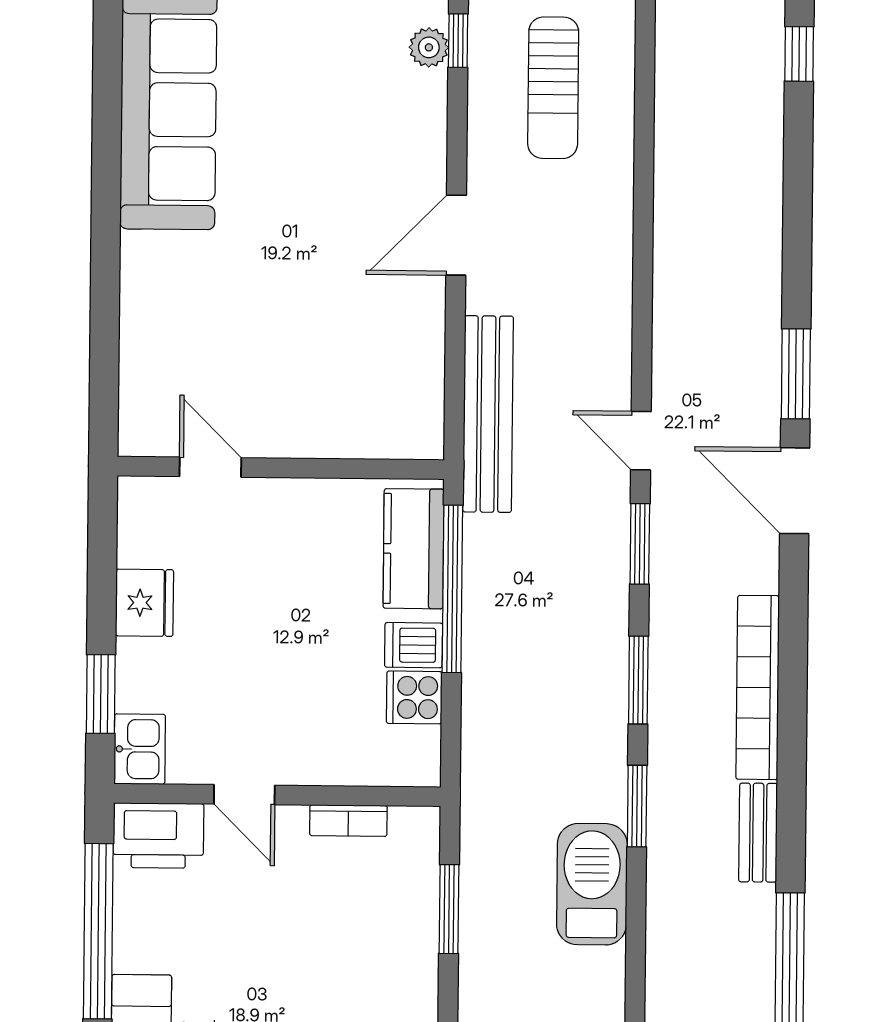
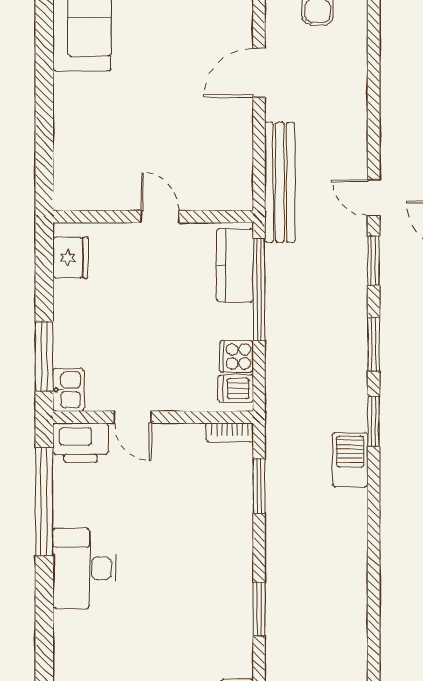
door: (210, 467) -> (160, 217), moved
fridge: (145, 603) -> (70, 258), moved
dishwasher: (414, 645) -> (236, 389), moved
window: (101, 694) -> (44, 356), width x1.44
bookcase: (348, 821) -> (230, 432), moved
barbecue: (592, 884) -> (350, 460), width x0.73, depth x0.83

